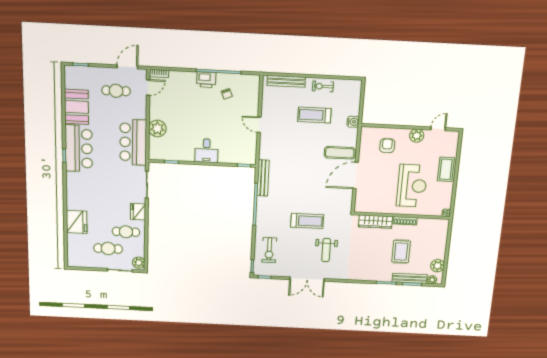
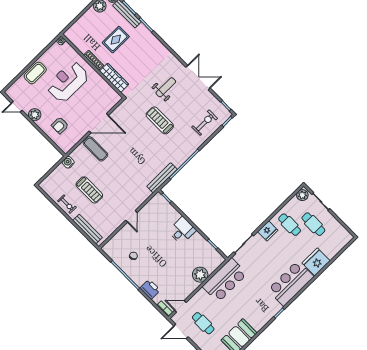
printer: (206, 80) -> (150, 289), moved
bar counter: (79, 148) -> (291, 283), moved

